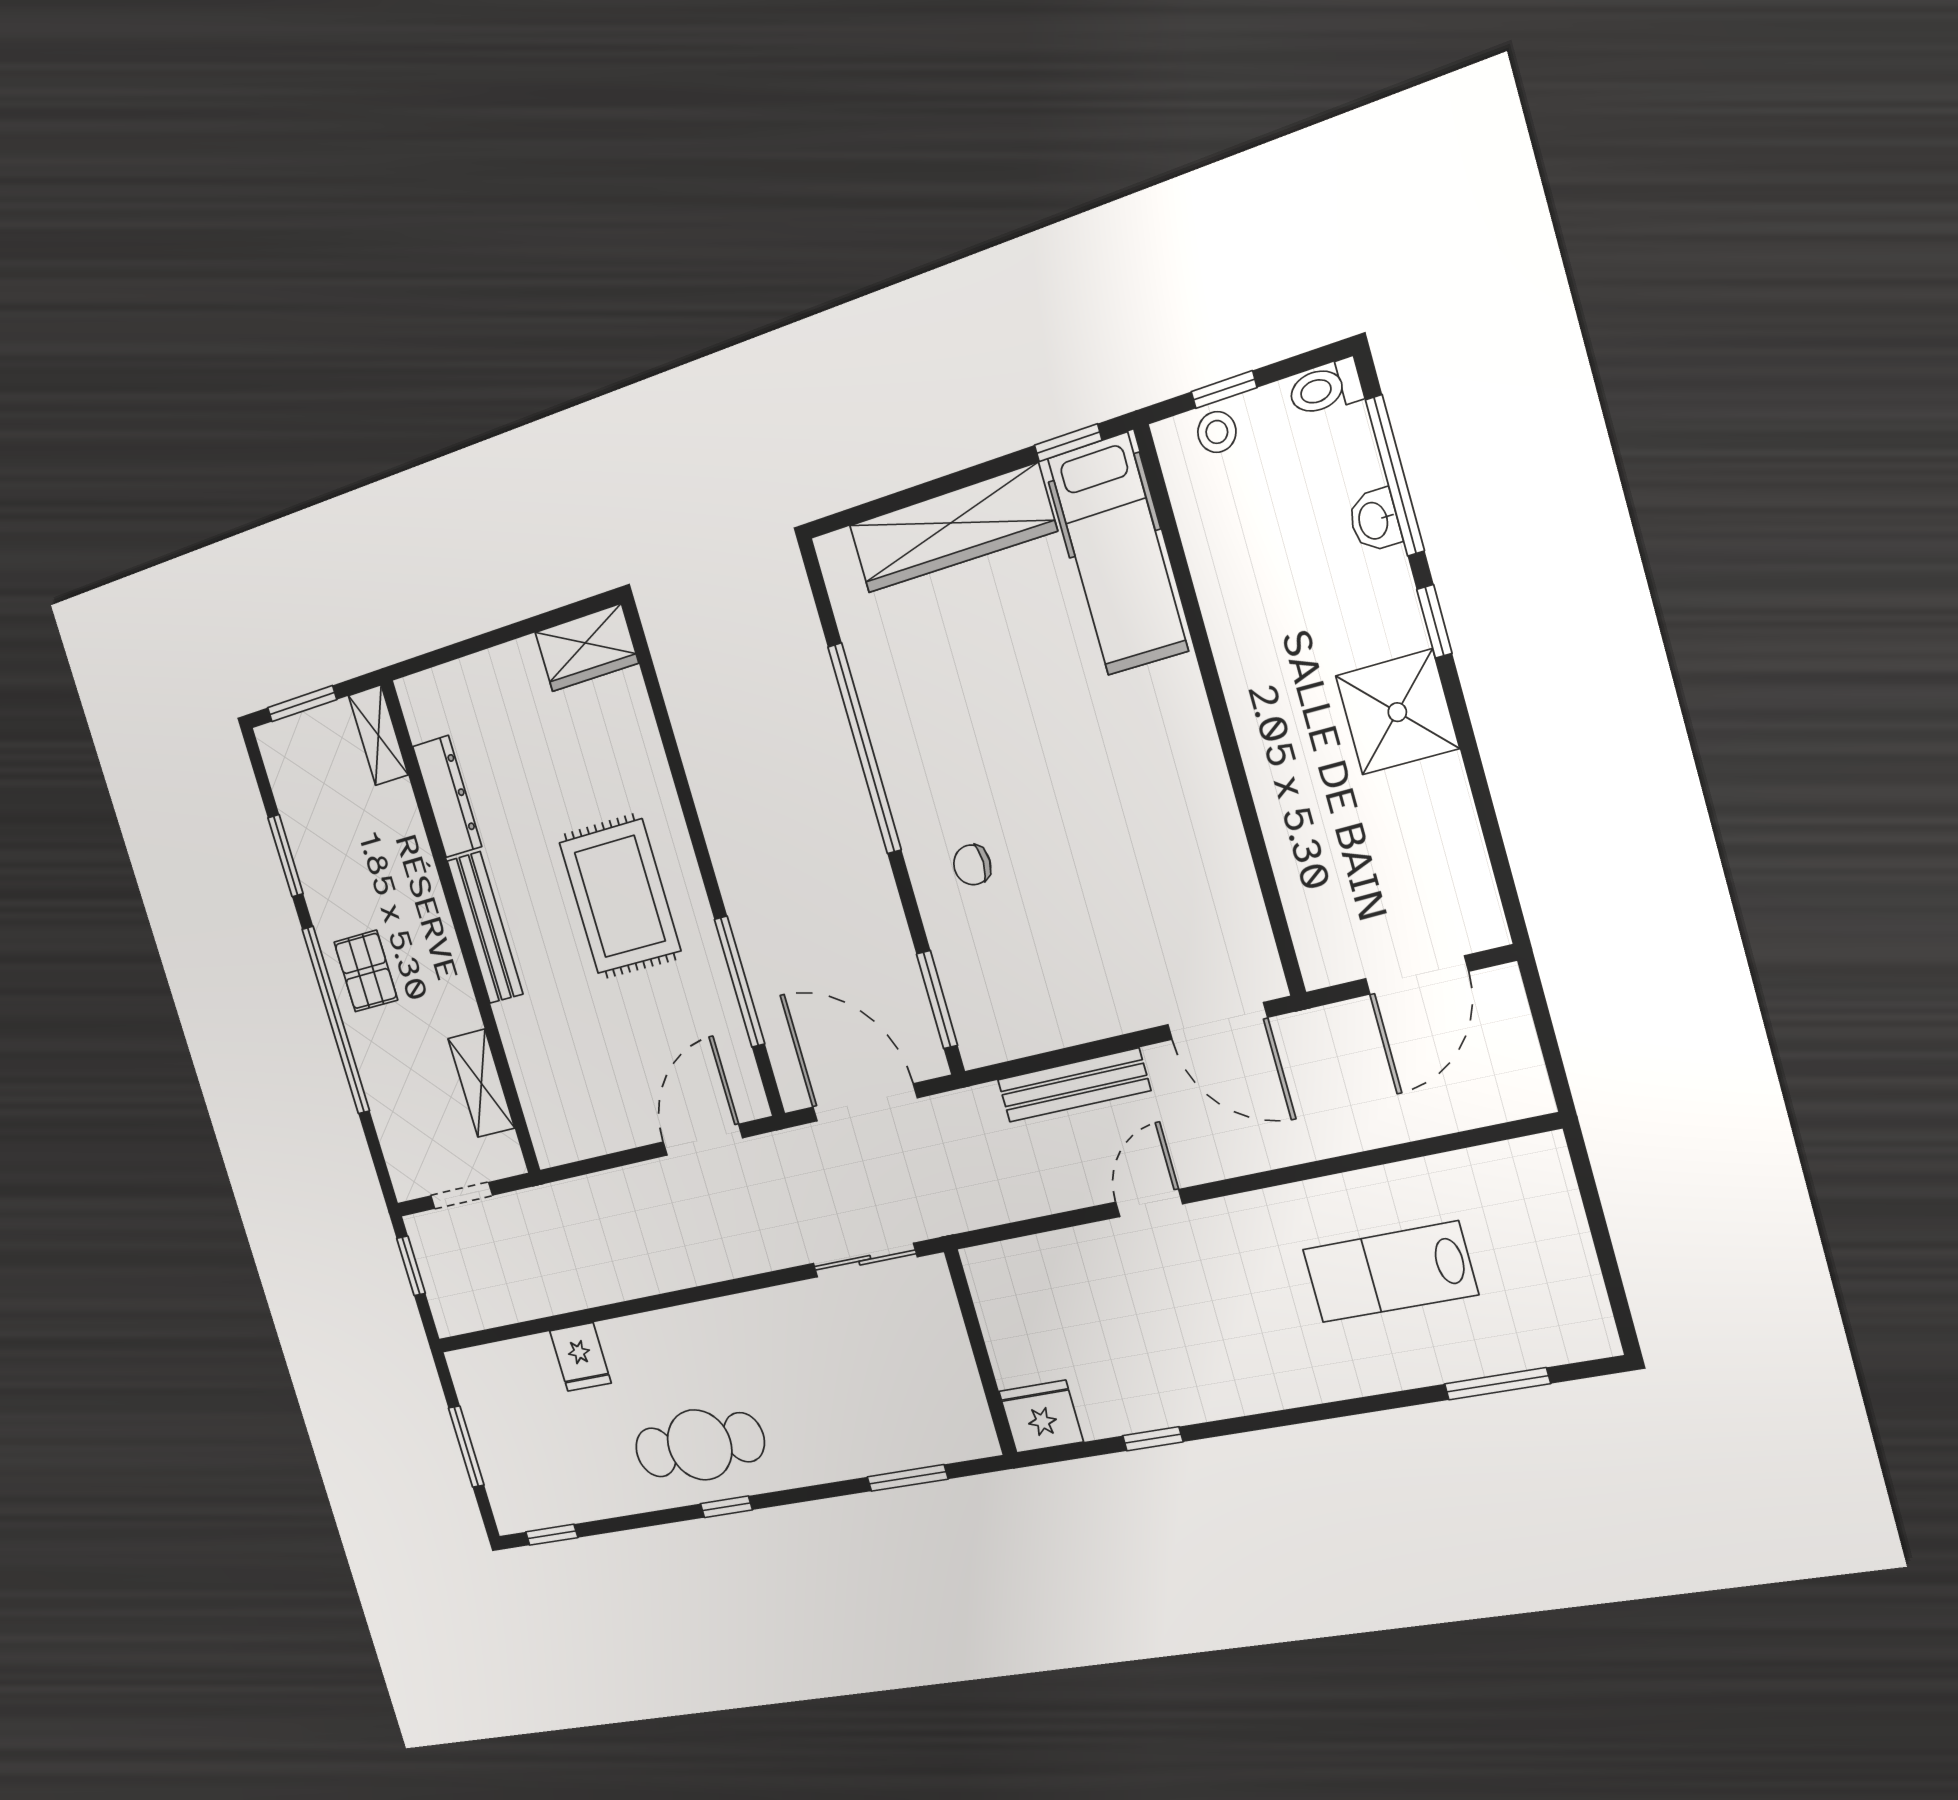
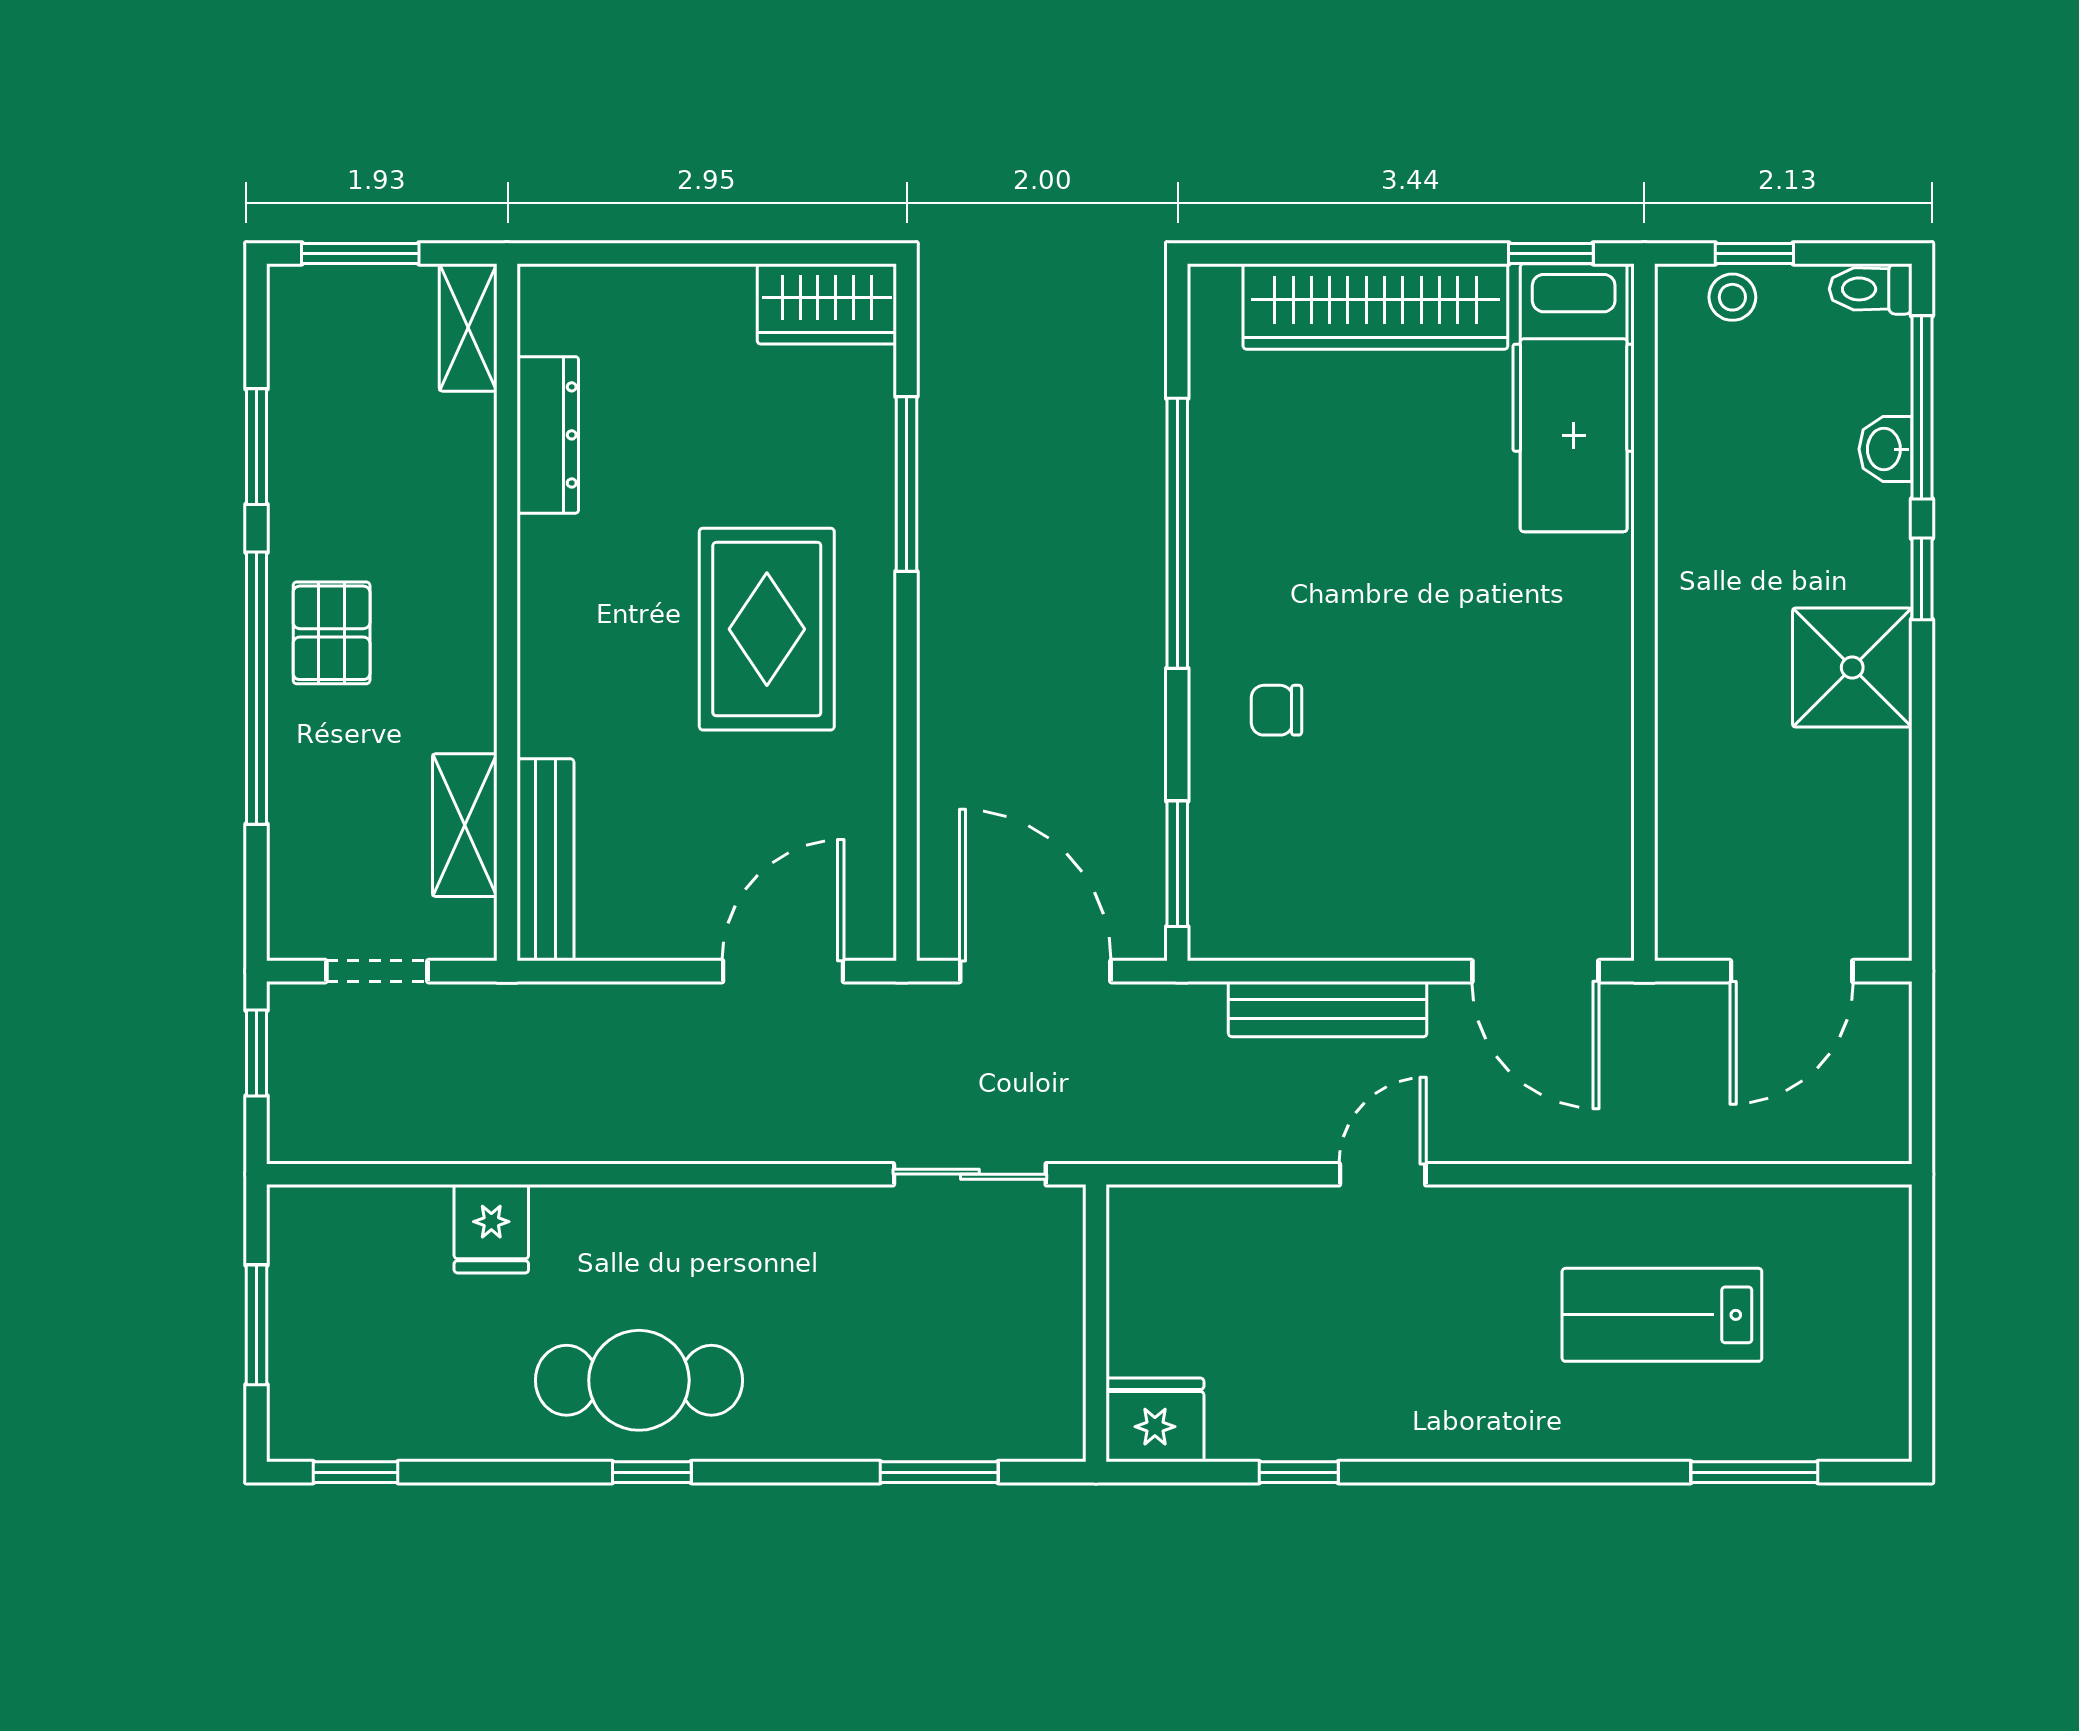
bench: (485, 928) -> (545, 860), moved
window: (740, 982) -> (906, 484), moved

